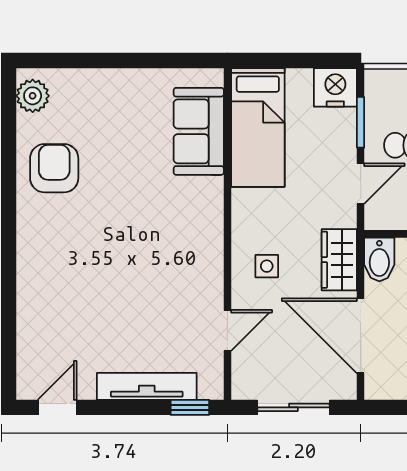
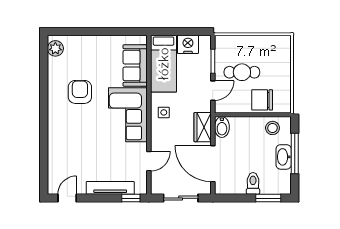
nightstand: (335, 87) -> (188, 44), moved
armchair: (54, 168) -> (80, 92), moved
corner sofa: (184, 234) -> (128, 115), added
side table: (267, 266) -> (164, 112), moved

